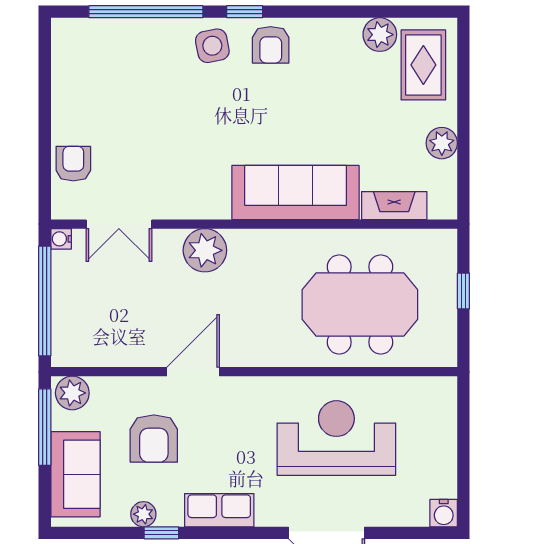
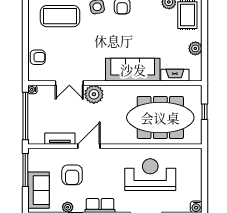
coffee table: (126, 67) -> (60, 16), added
armchair: (73, 164) -> (38, 57), turned 90
double door: (119, 224) -> (69, 83), moved
meeting table: (360, 304) -> (160, 118), width x1.36
tv unit: (125, 354) -> (60, 139), added
plant: (72, 393) -> (37, 155), removed

